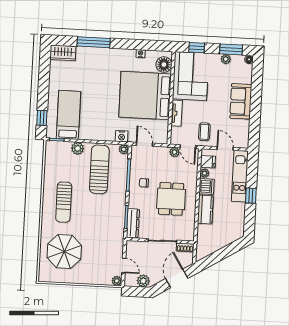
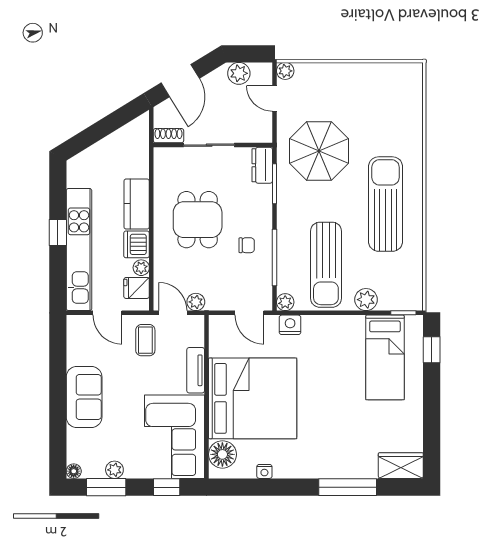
kitchen unit: (240, 176) -> (79, 250), width x1.36
sun lounger: (64, 202) -> (386, 204), width x1.36, depth x1.34
dresser: (133, 223) -> (262, 165), width x0.70
parasol: (64, 251) -> (319, 151), moved

